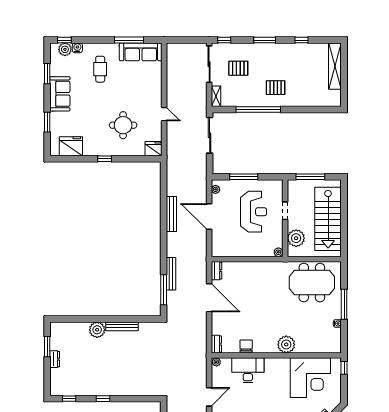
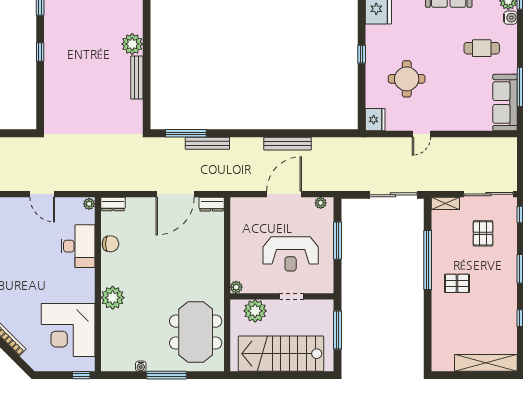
pallet: (276, 88) -> (457, 283), turned 90

